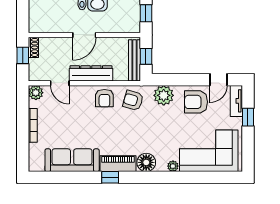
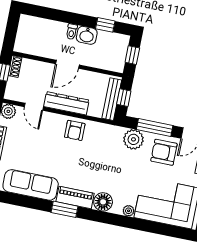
window: (182, 80) -> (155, 128), added
armchair: (133, 100) -> (102, 138), removed
window: (110, 177) -> (65, 209), width x1.50

